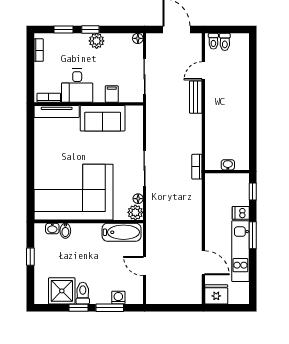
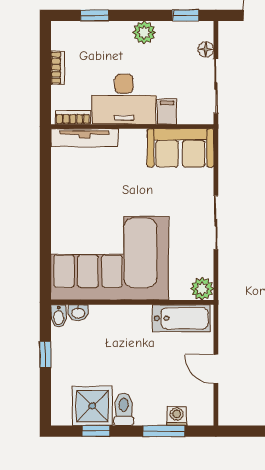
window: (90, 30) -> (186, 15), moved
floor lamp: (138, 38) -> (206, 49), moved
bookcase: (39, 50) -> (58, 68), moved
desk: (77, 86) -> (124, 99), width x1.37
sofa: (103, 118) -> (180, 148), moved
floor lamp: (138, 199) -> (206, 268), removed
bidet: (65, 231) -> (59, 316), moved
window: (79, 308) -> (96, 431), moved

